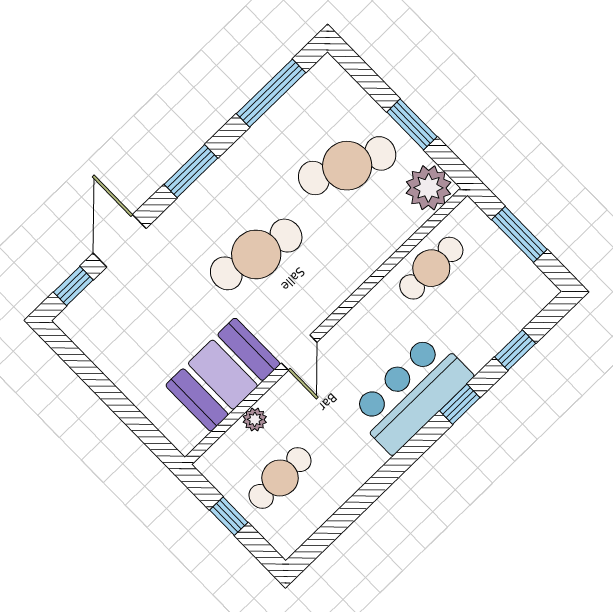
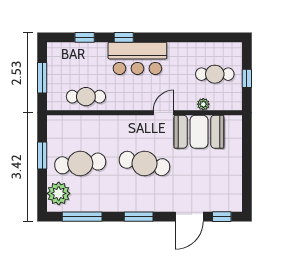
cafe table: (347, 166) -> (80, 163), turned -30
plant: (428, 188) -> (59, 193), moved

